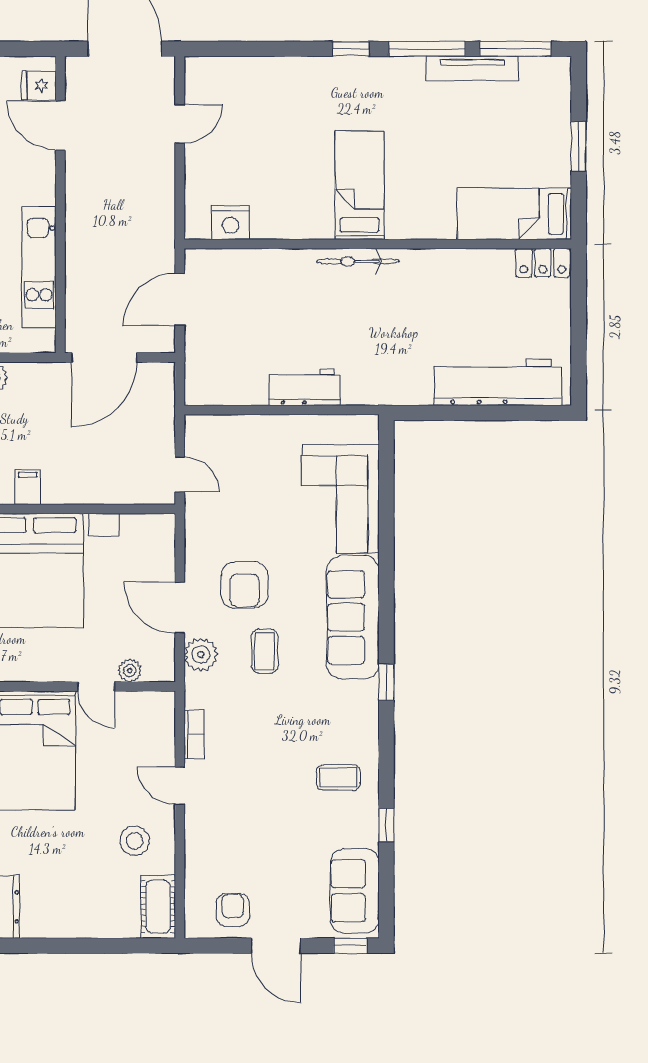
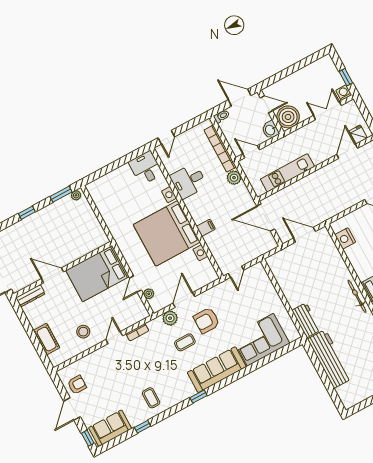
workbench: (498, 382) -> (330, 359), moved
workbench: (304, 387) -> (306, 320), moved
filing cabinet: (28, 487) -> (206, 228), moved
cot: (158, 907) -> (47, 339), moved, turned 90

